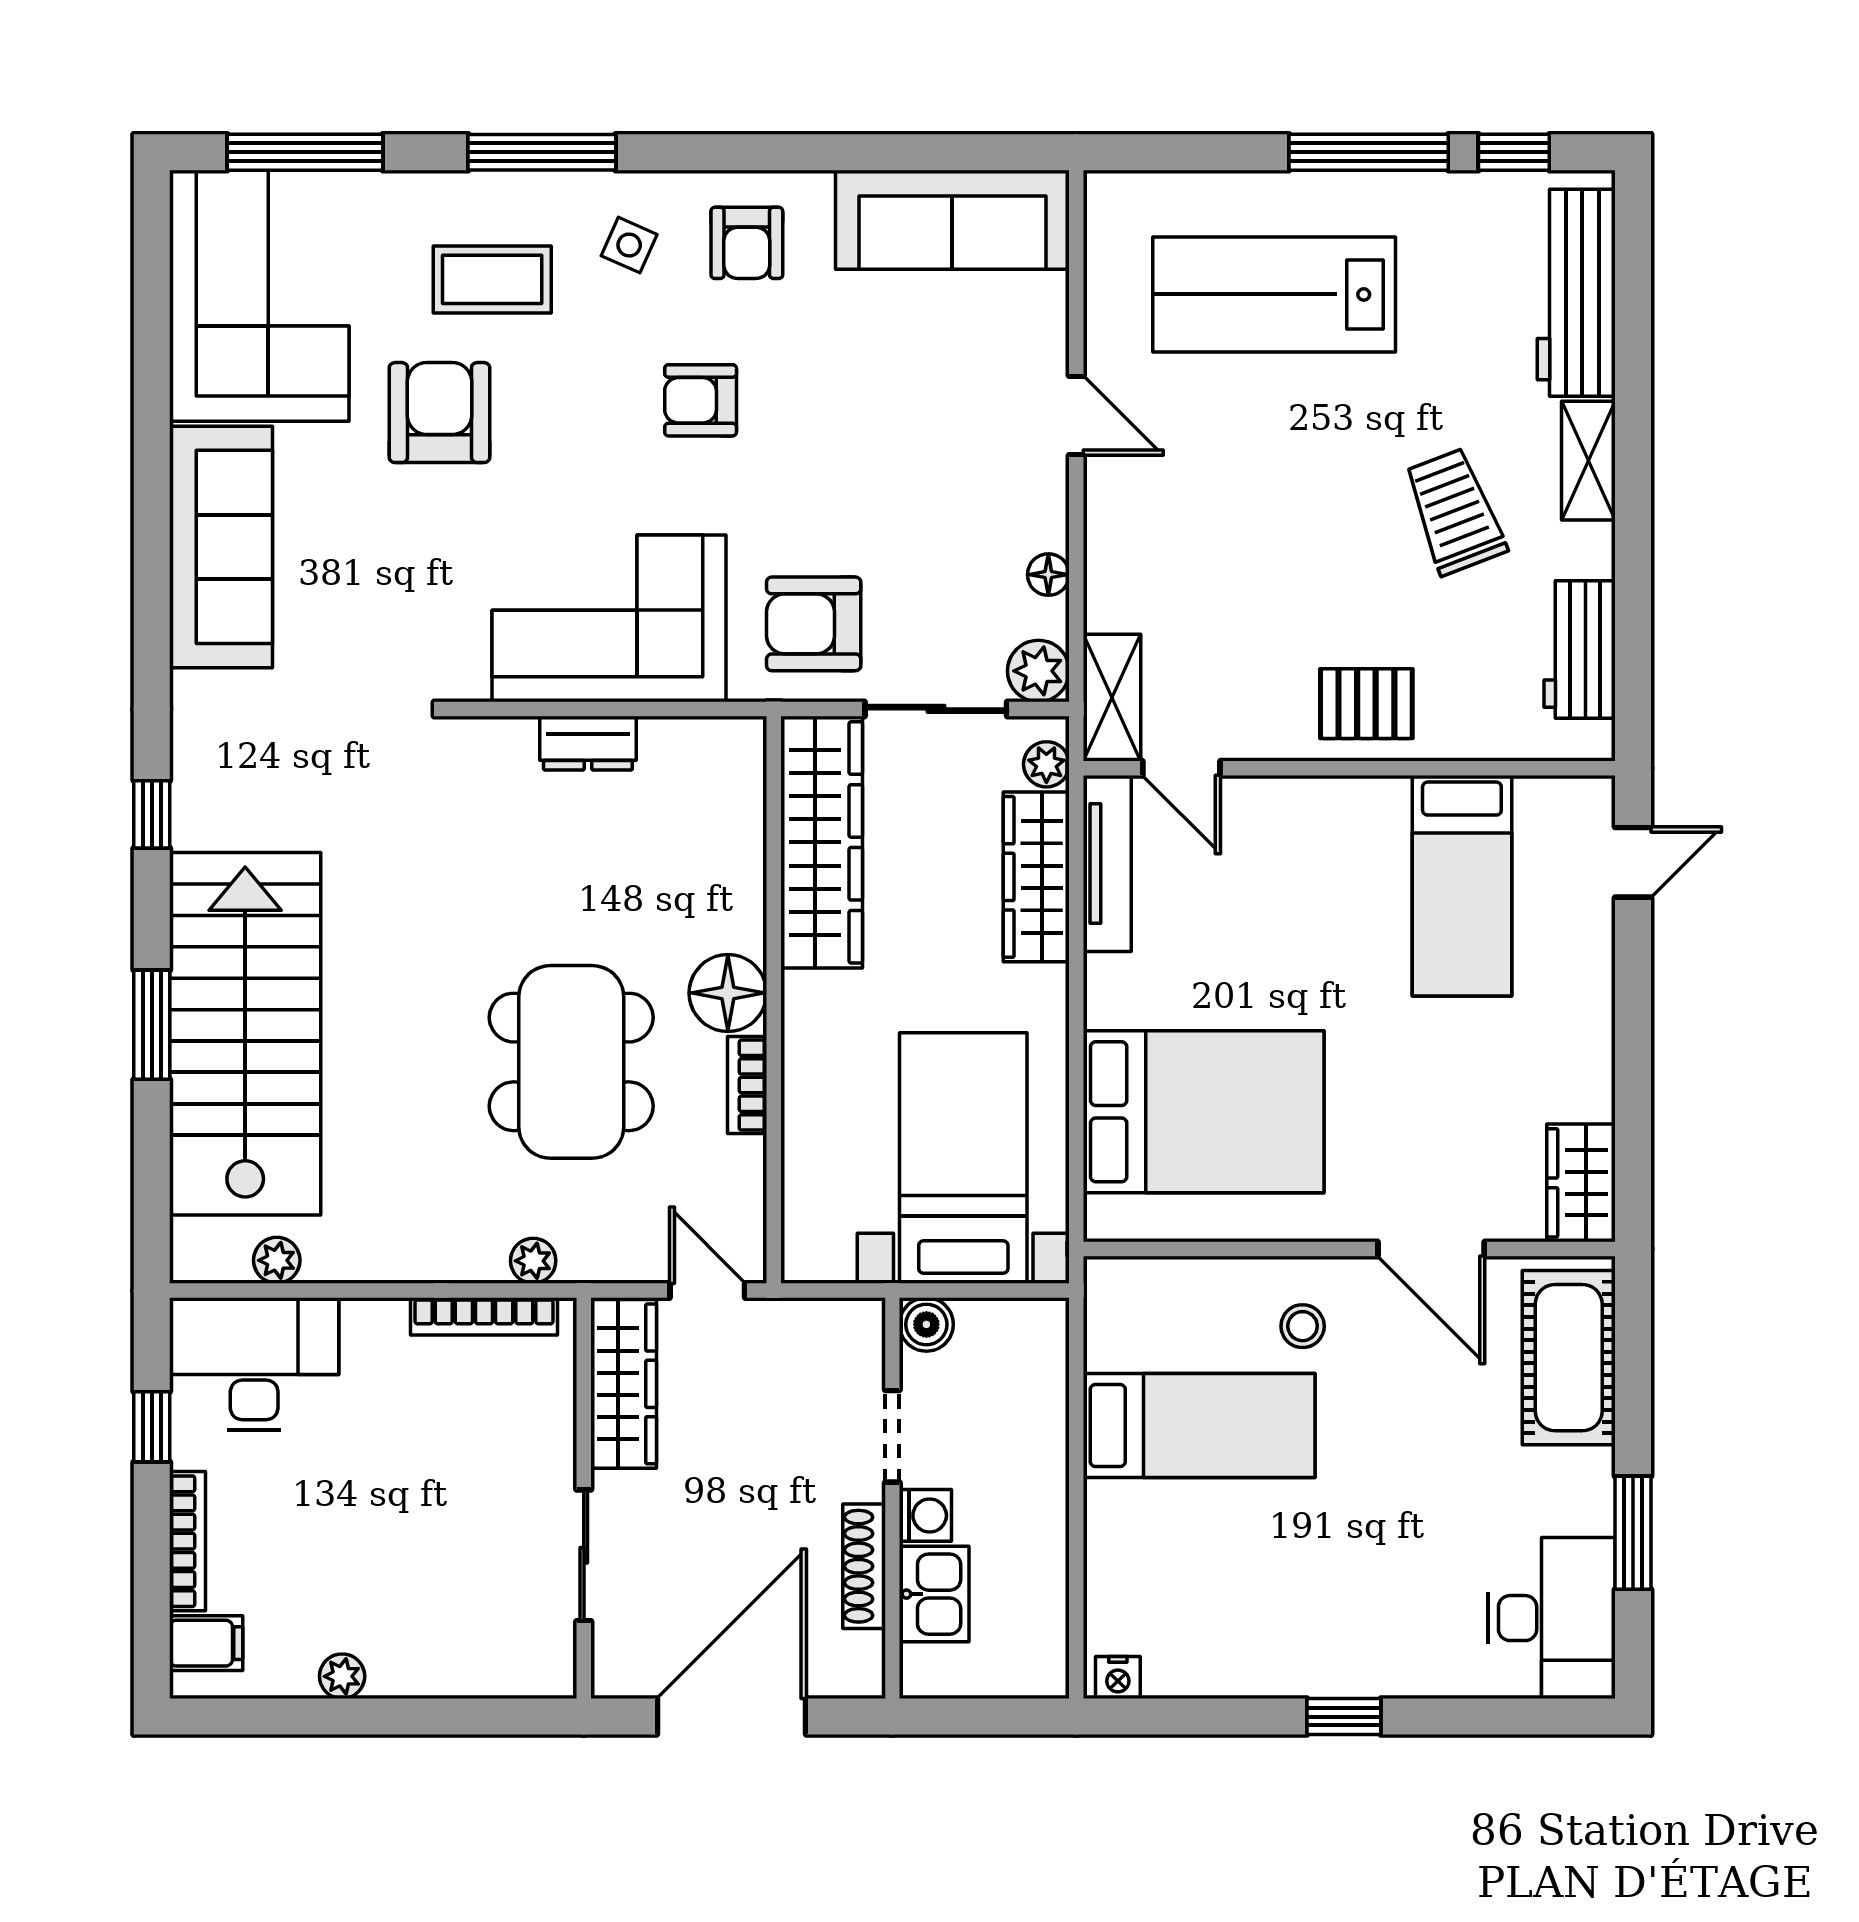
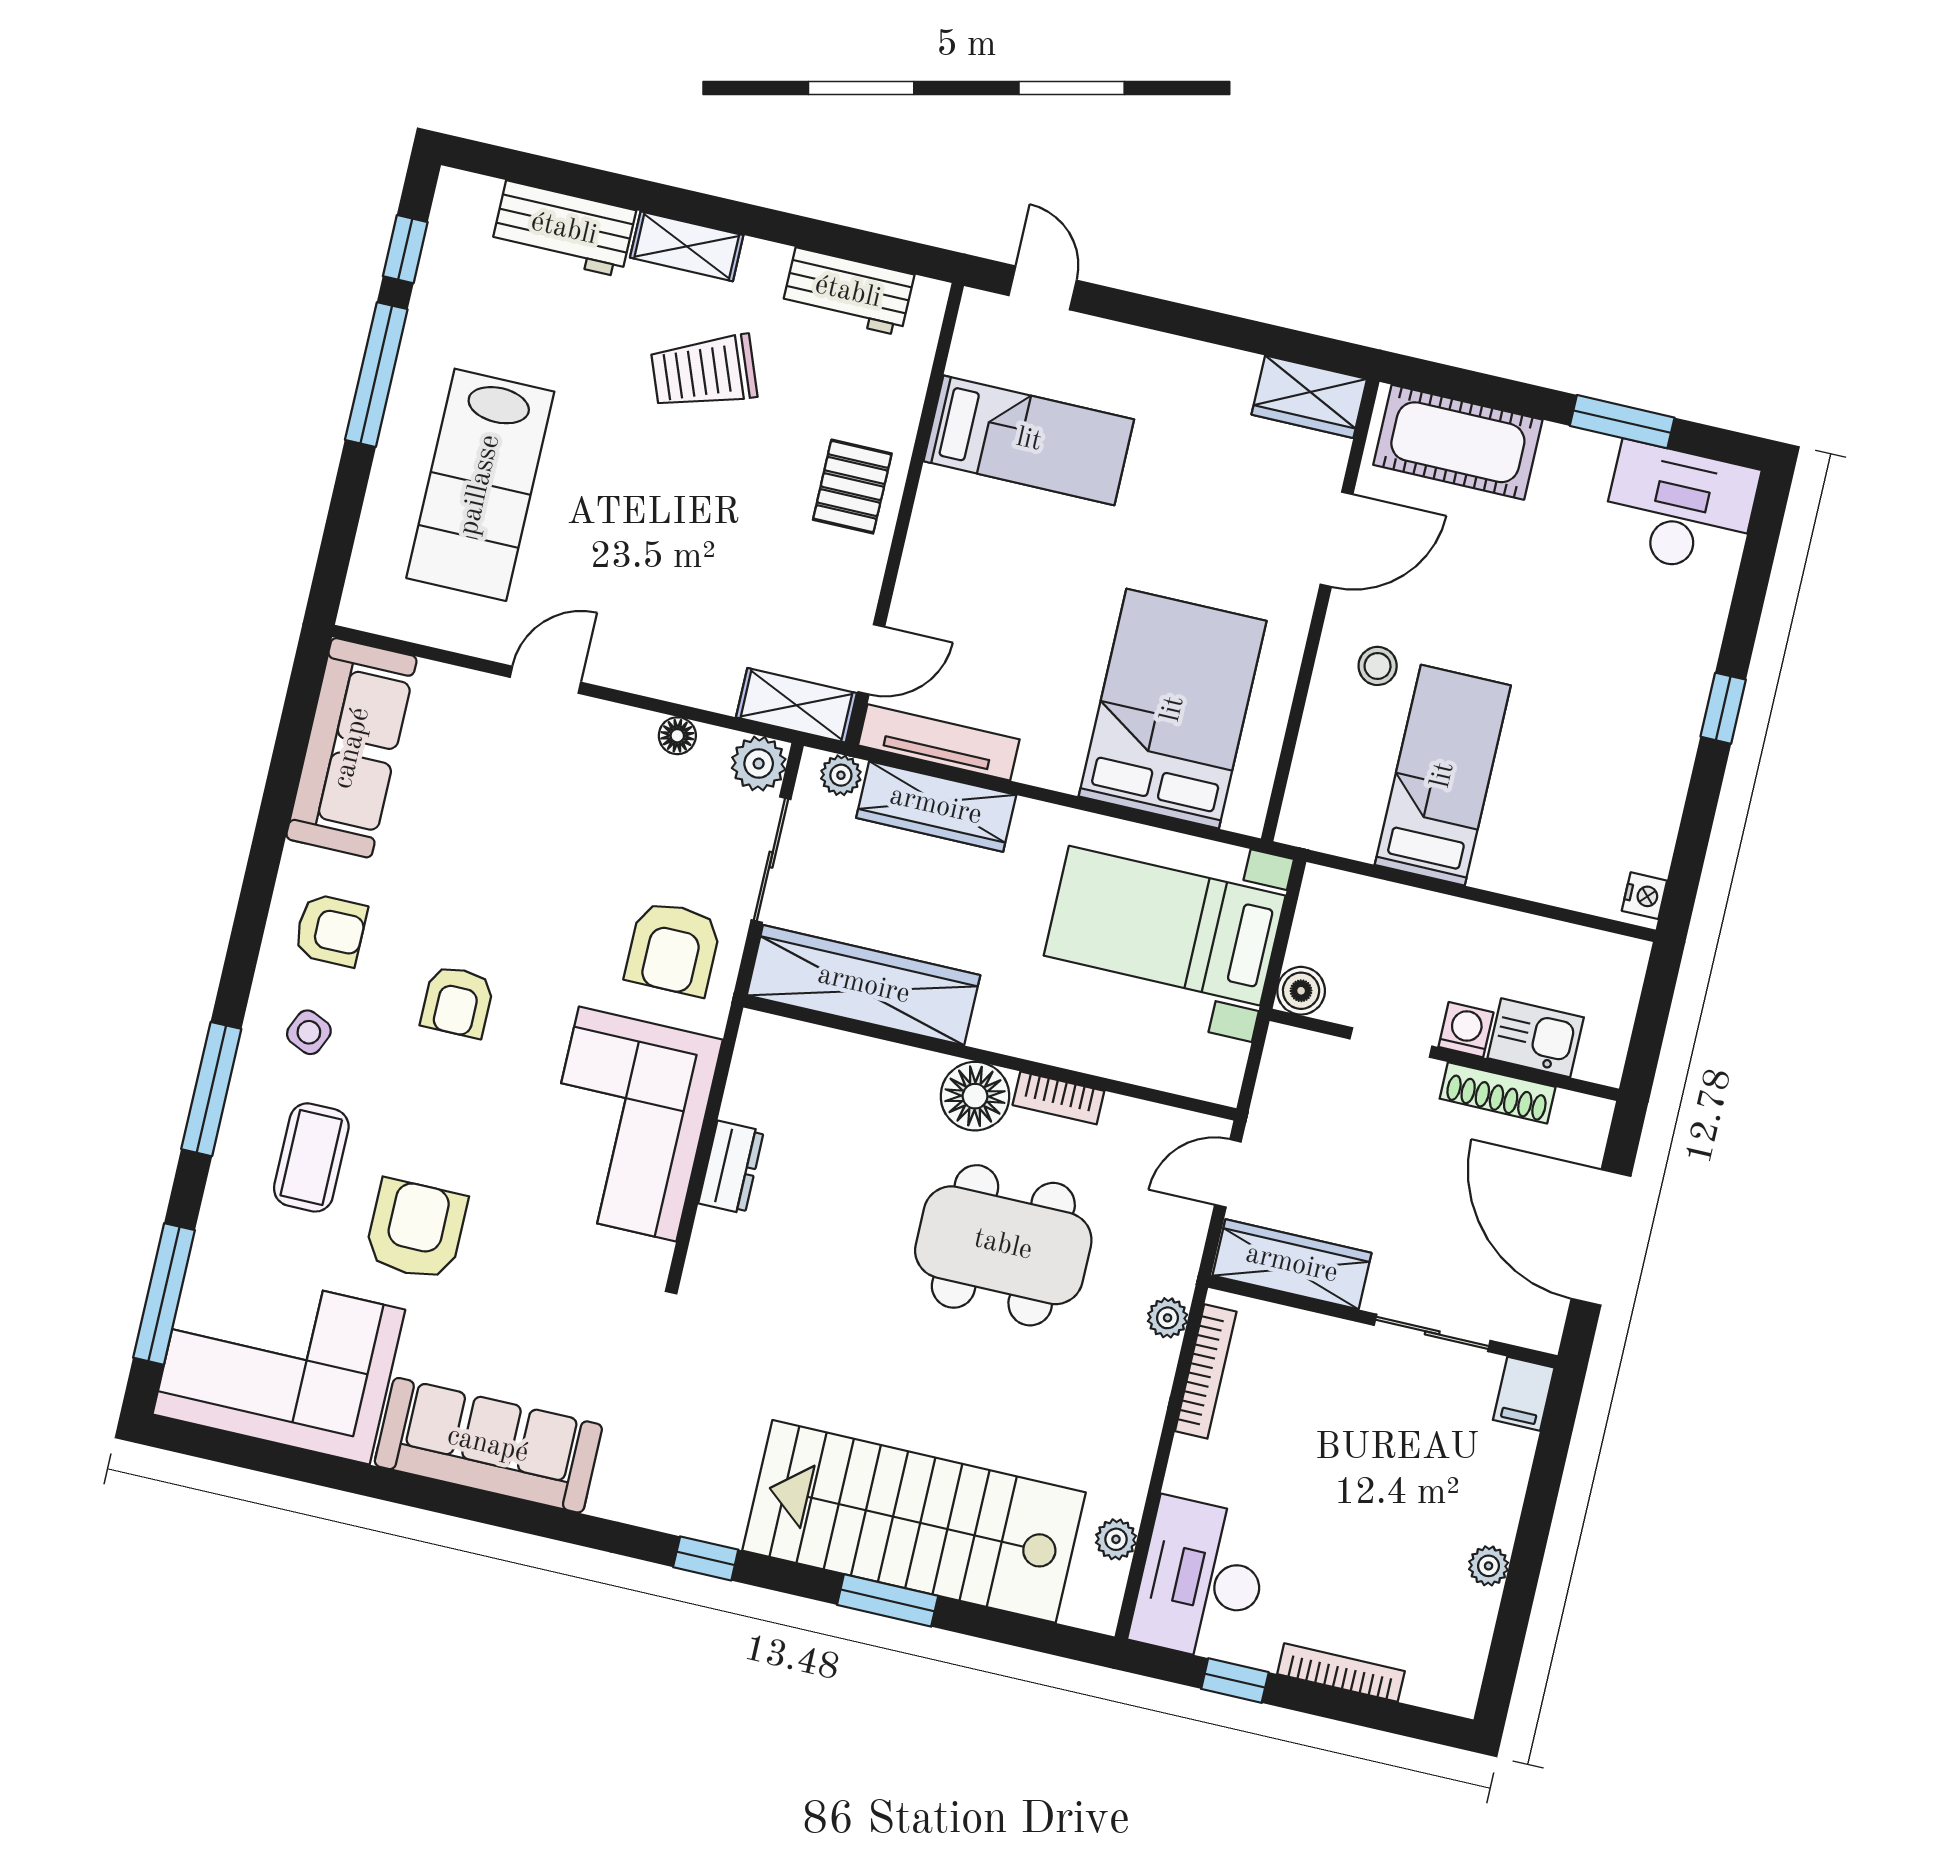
workbench: (1576, 293) -> (564, 229), width x0.73
armchair: (439, 413) -> (416, 1230), turned 90
filing cabinet: (206, 1643) -> (1524, 1394), moved, turned 180

